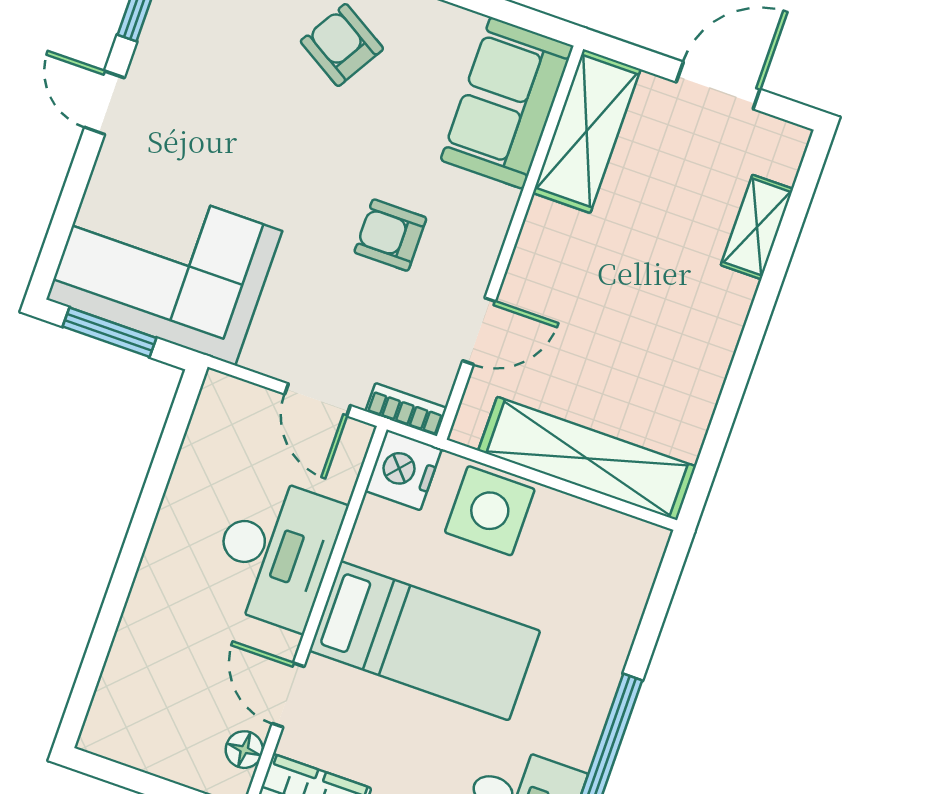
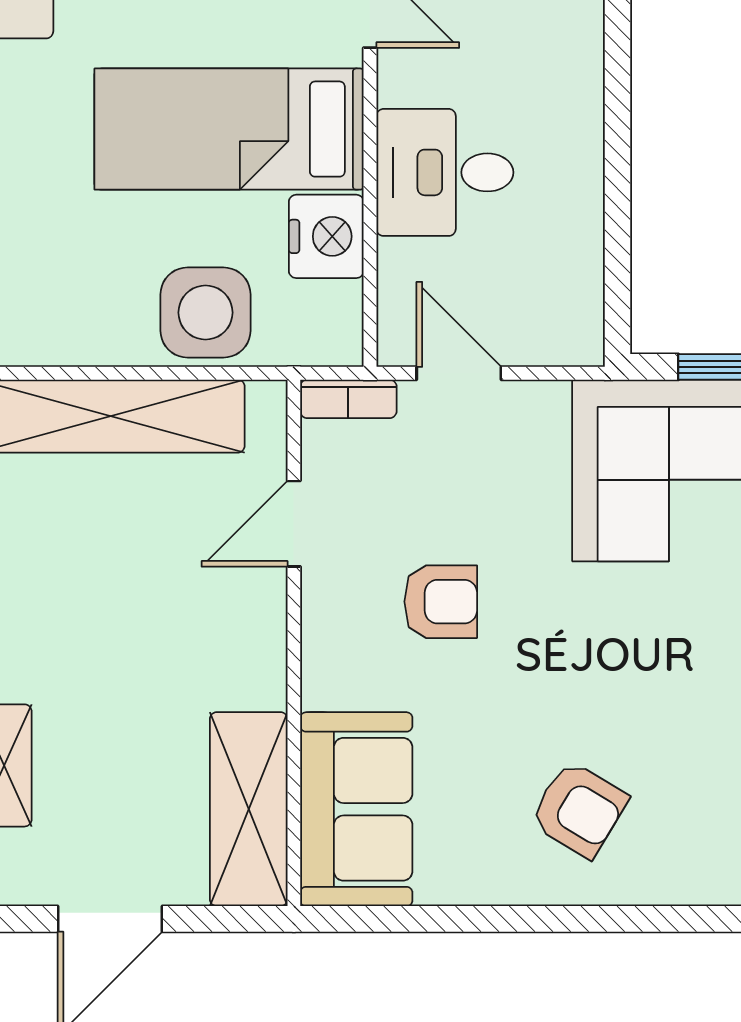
nightstand: (403, 470) -> (326, 236), moved
desk: (276, 552) -> (445, 172), width x0.73

